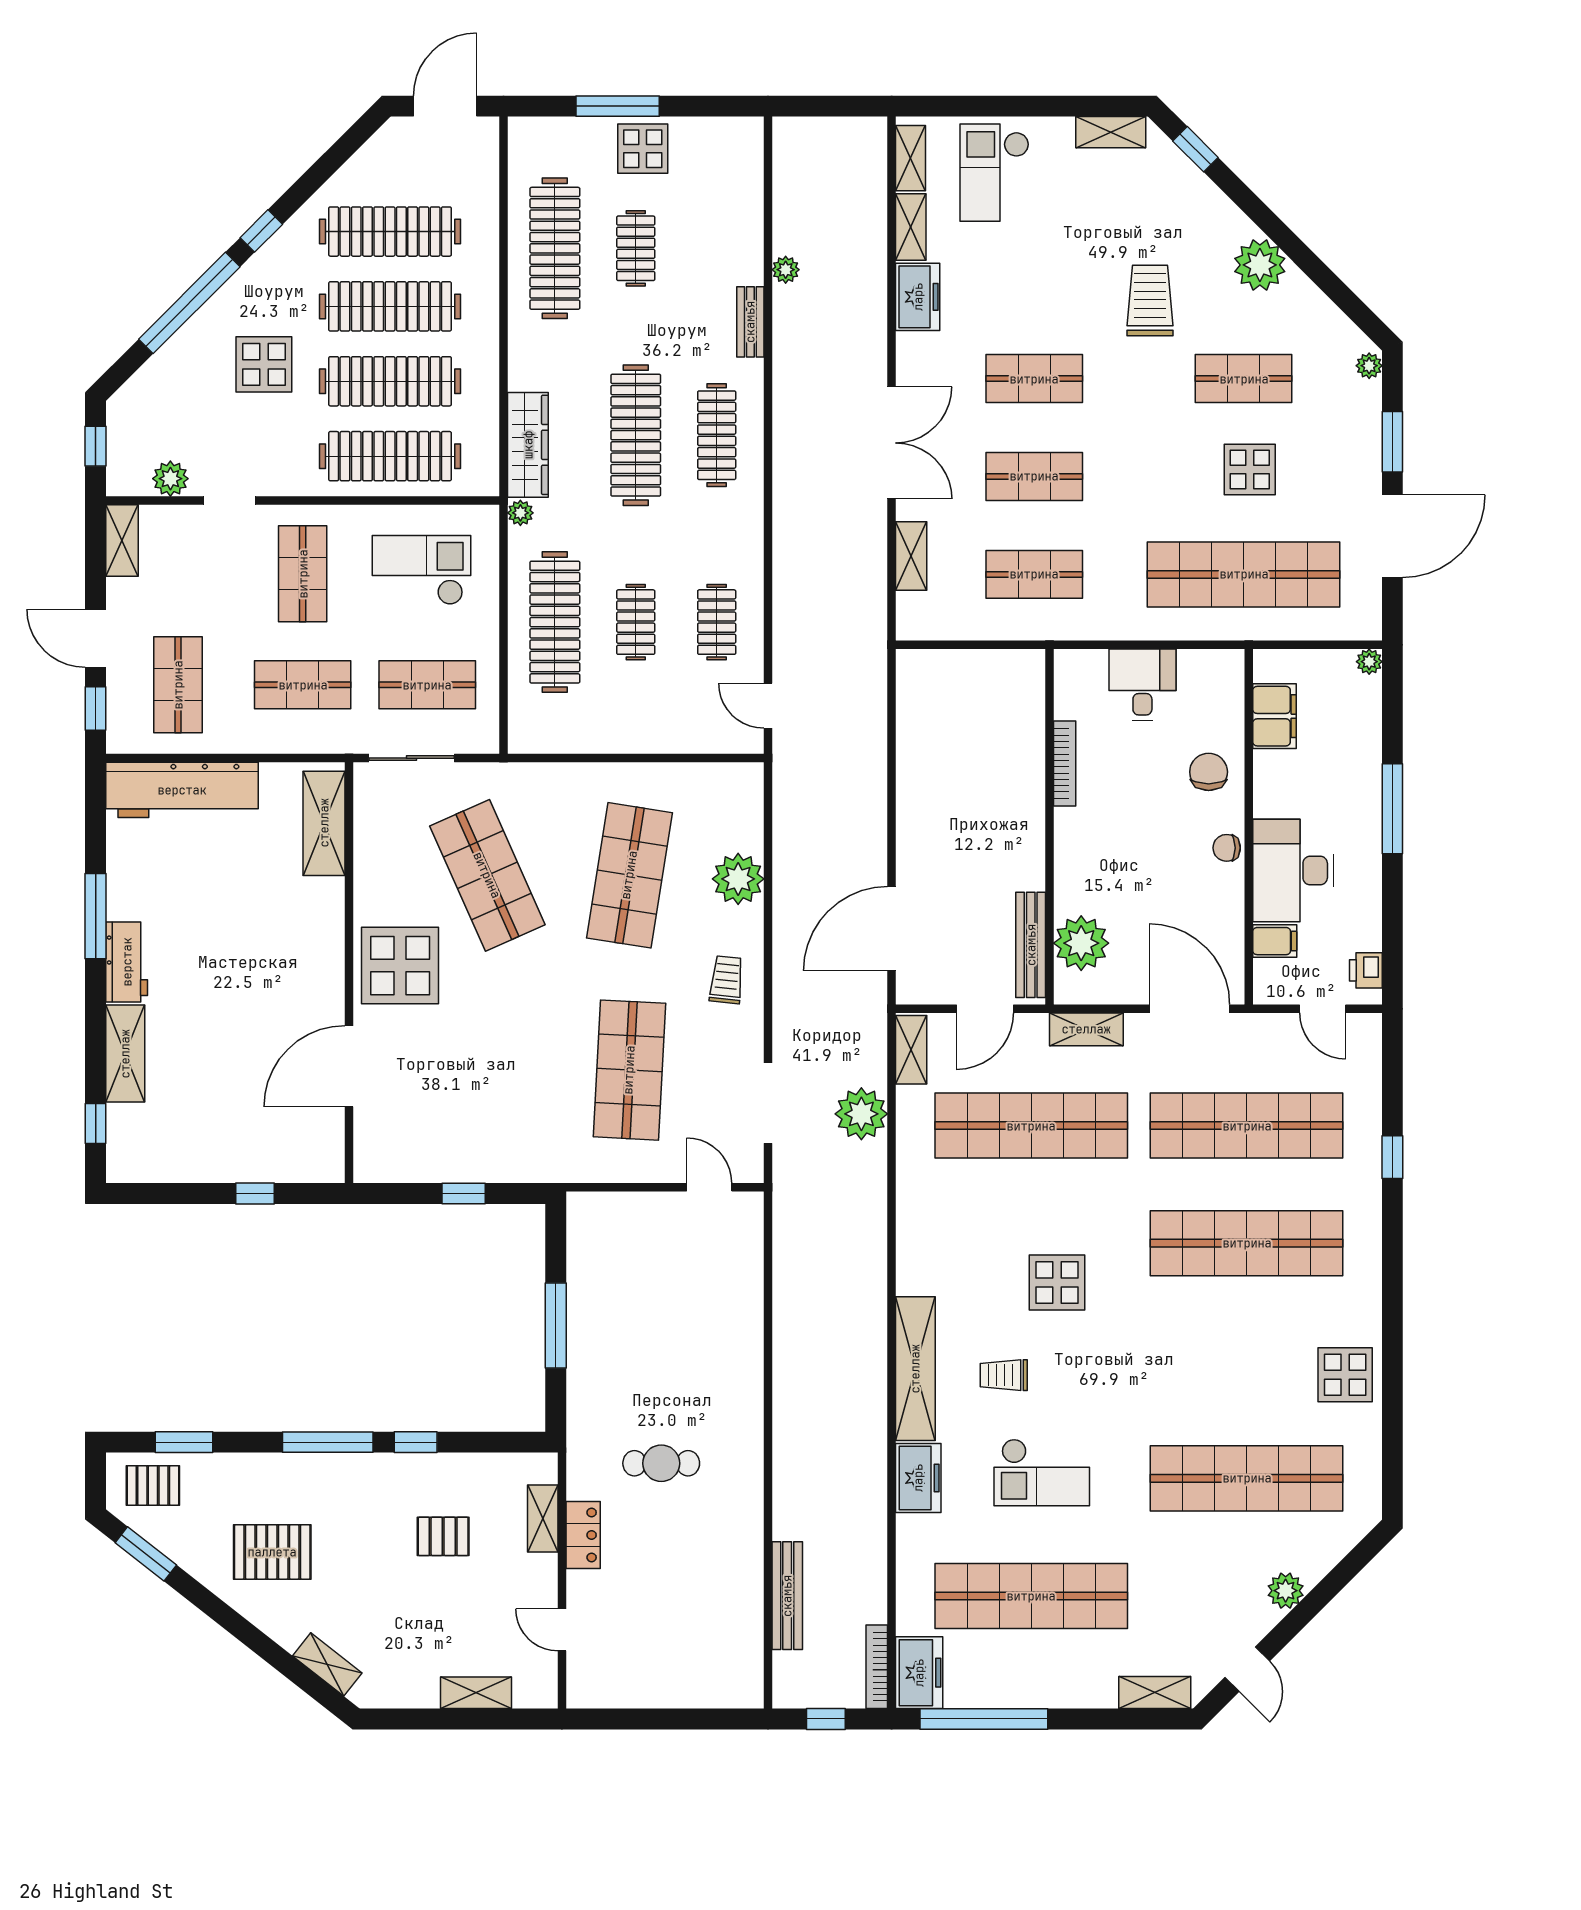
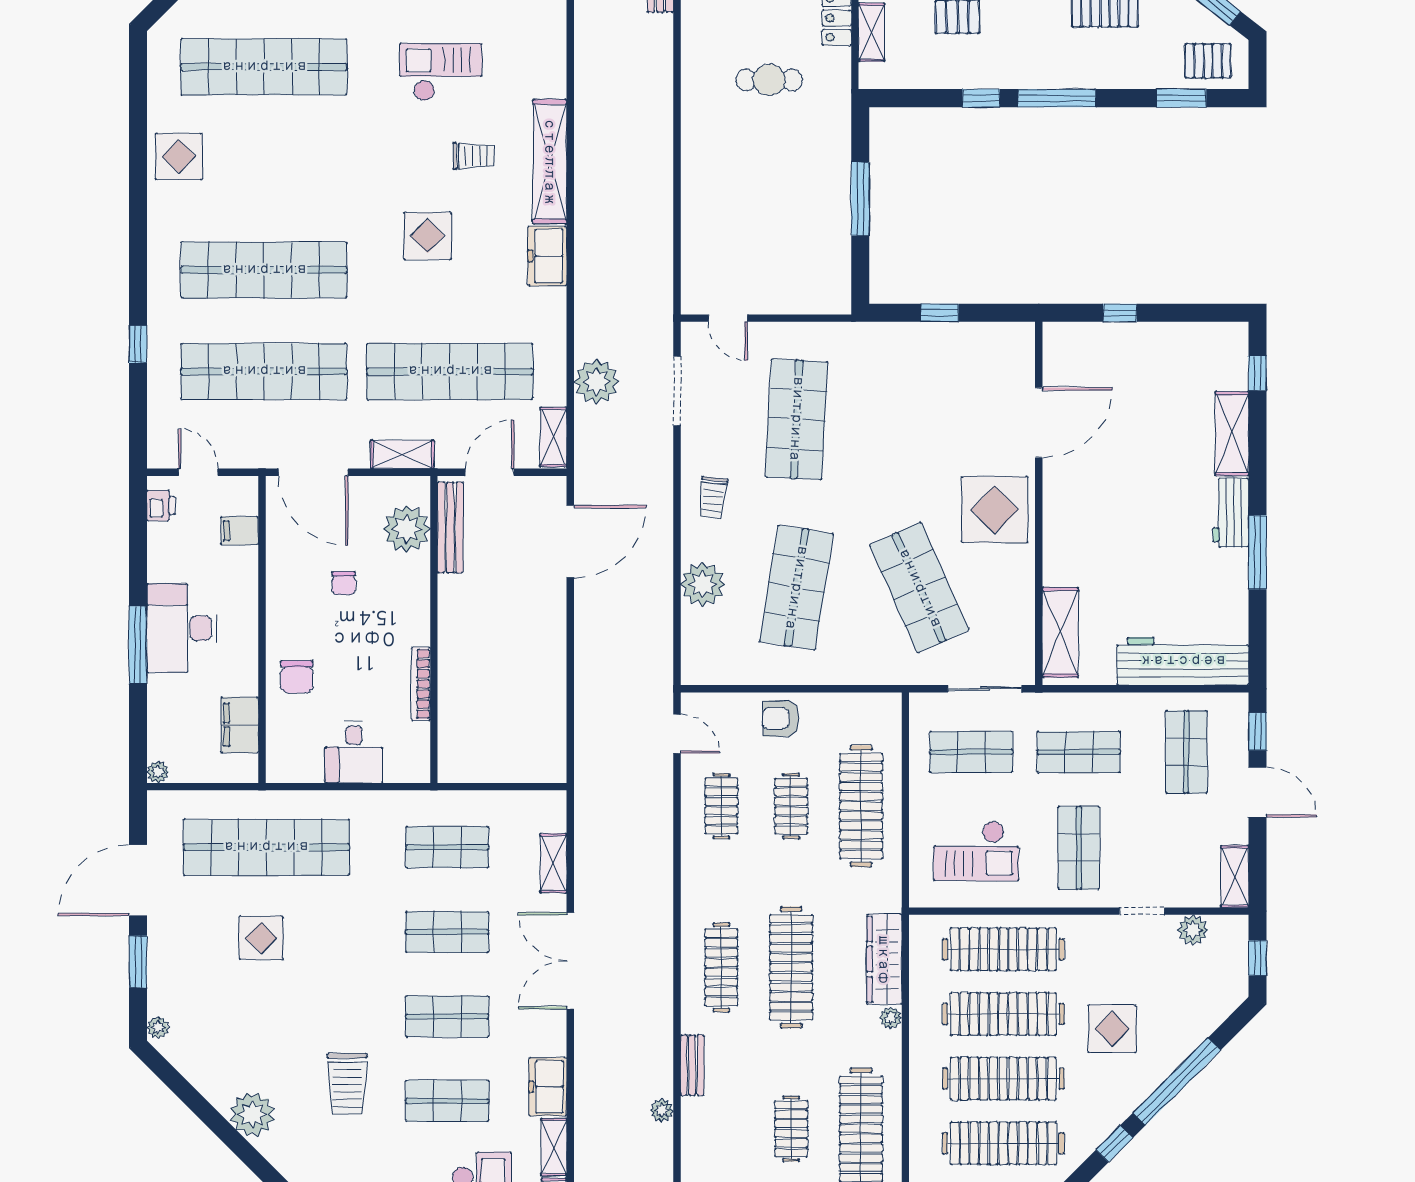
shop shelf: (1244, 379) -> (447, 1101), moved
plant: (520, 513) -> (891, 1018), moved
armchair: (648, 723) -> (781, 719), added
chair: (1227, 848) -> (344, 583), moved, turned 90
desk: (1293, 871) -> (182, 628), moved, turned 180
freezer: (918, 1478) -> (547, 256), moved

